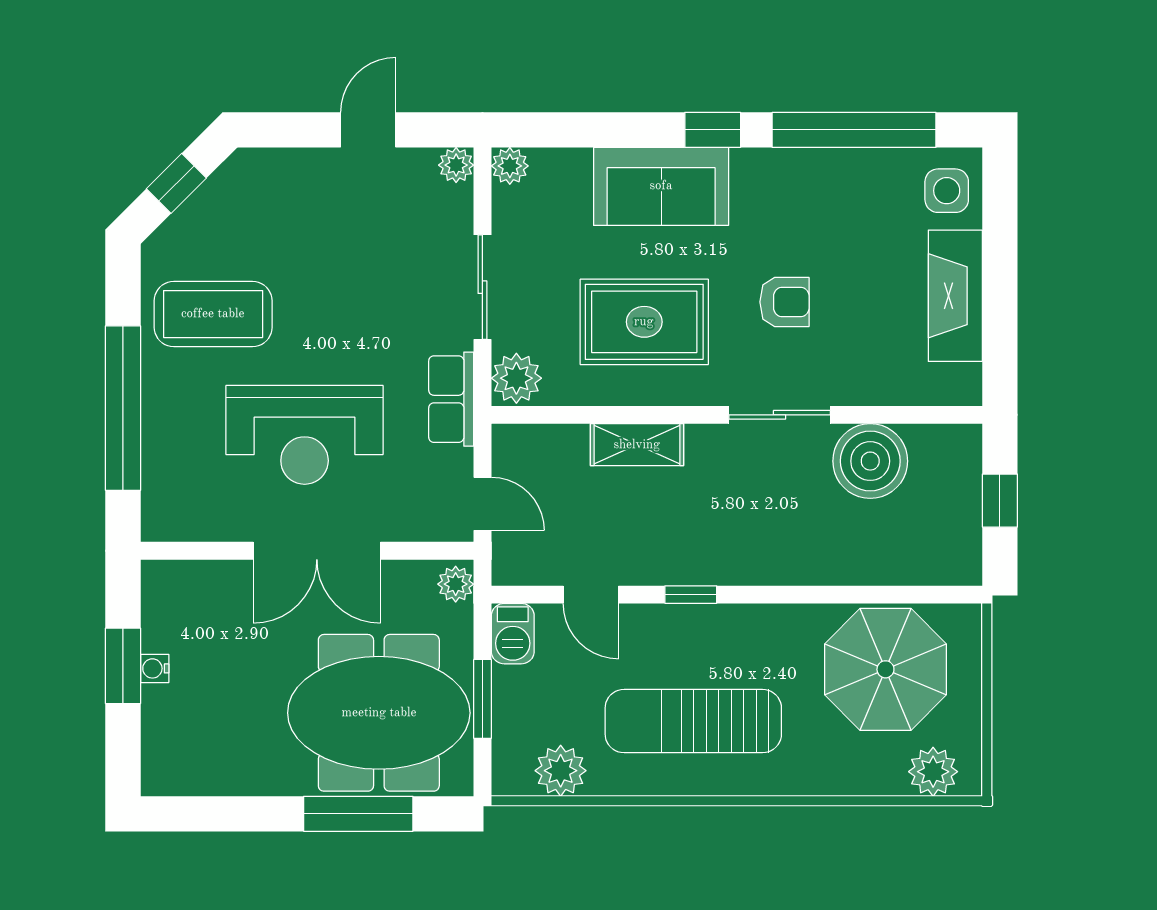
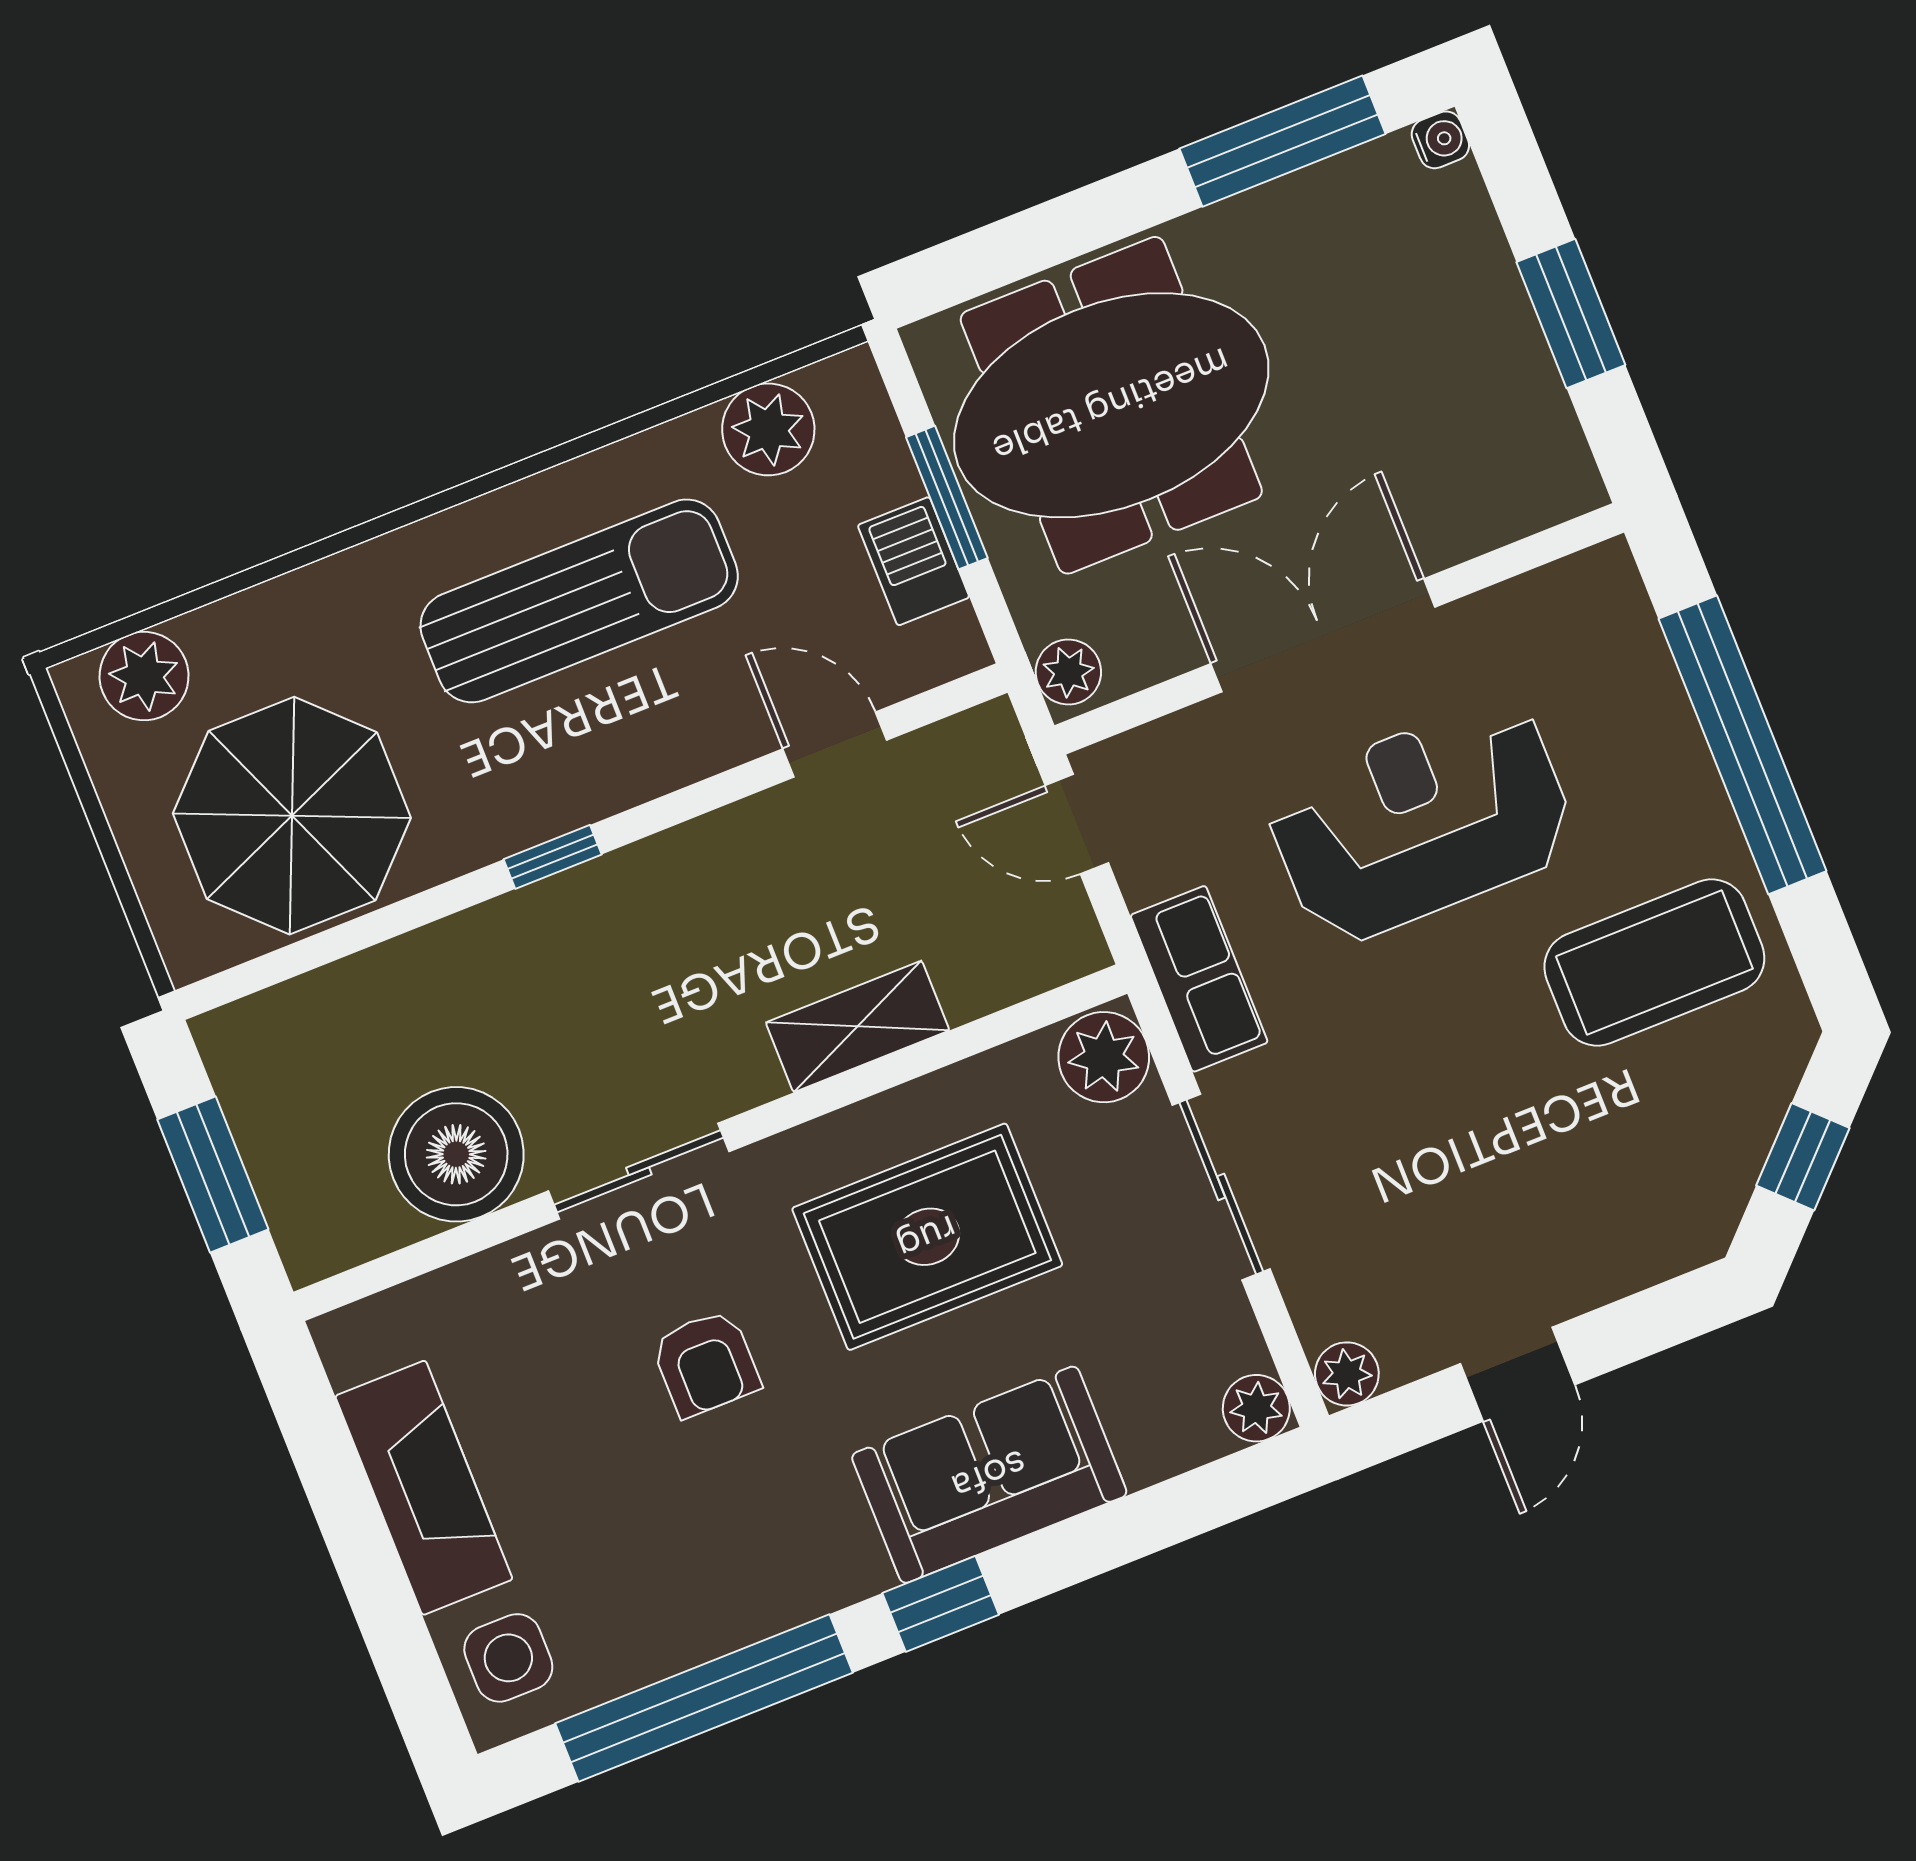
armchair: (784, 302) -> (706, 1363), turned -90
window: (1000, 501) -> (213, 1174), width x1.50
window: (691, 595) -> (553, 857), moved
barbecue: (513, 634) -> (914, 561), moved
water cooler: (155, 668) -> (1440, 140), moved
window: (358, 814) -> (1282, 141), moved

